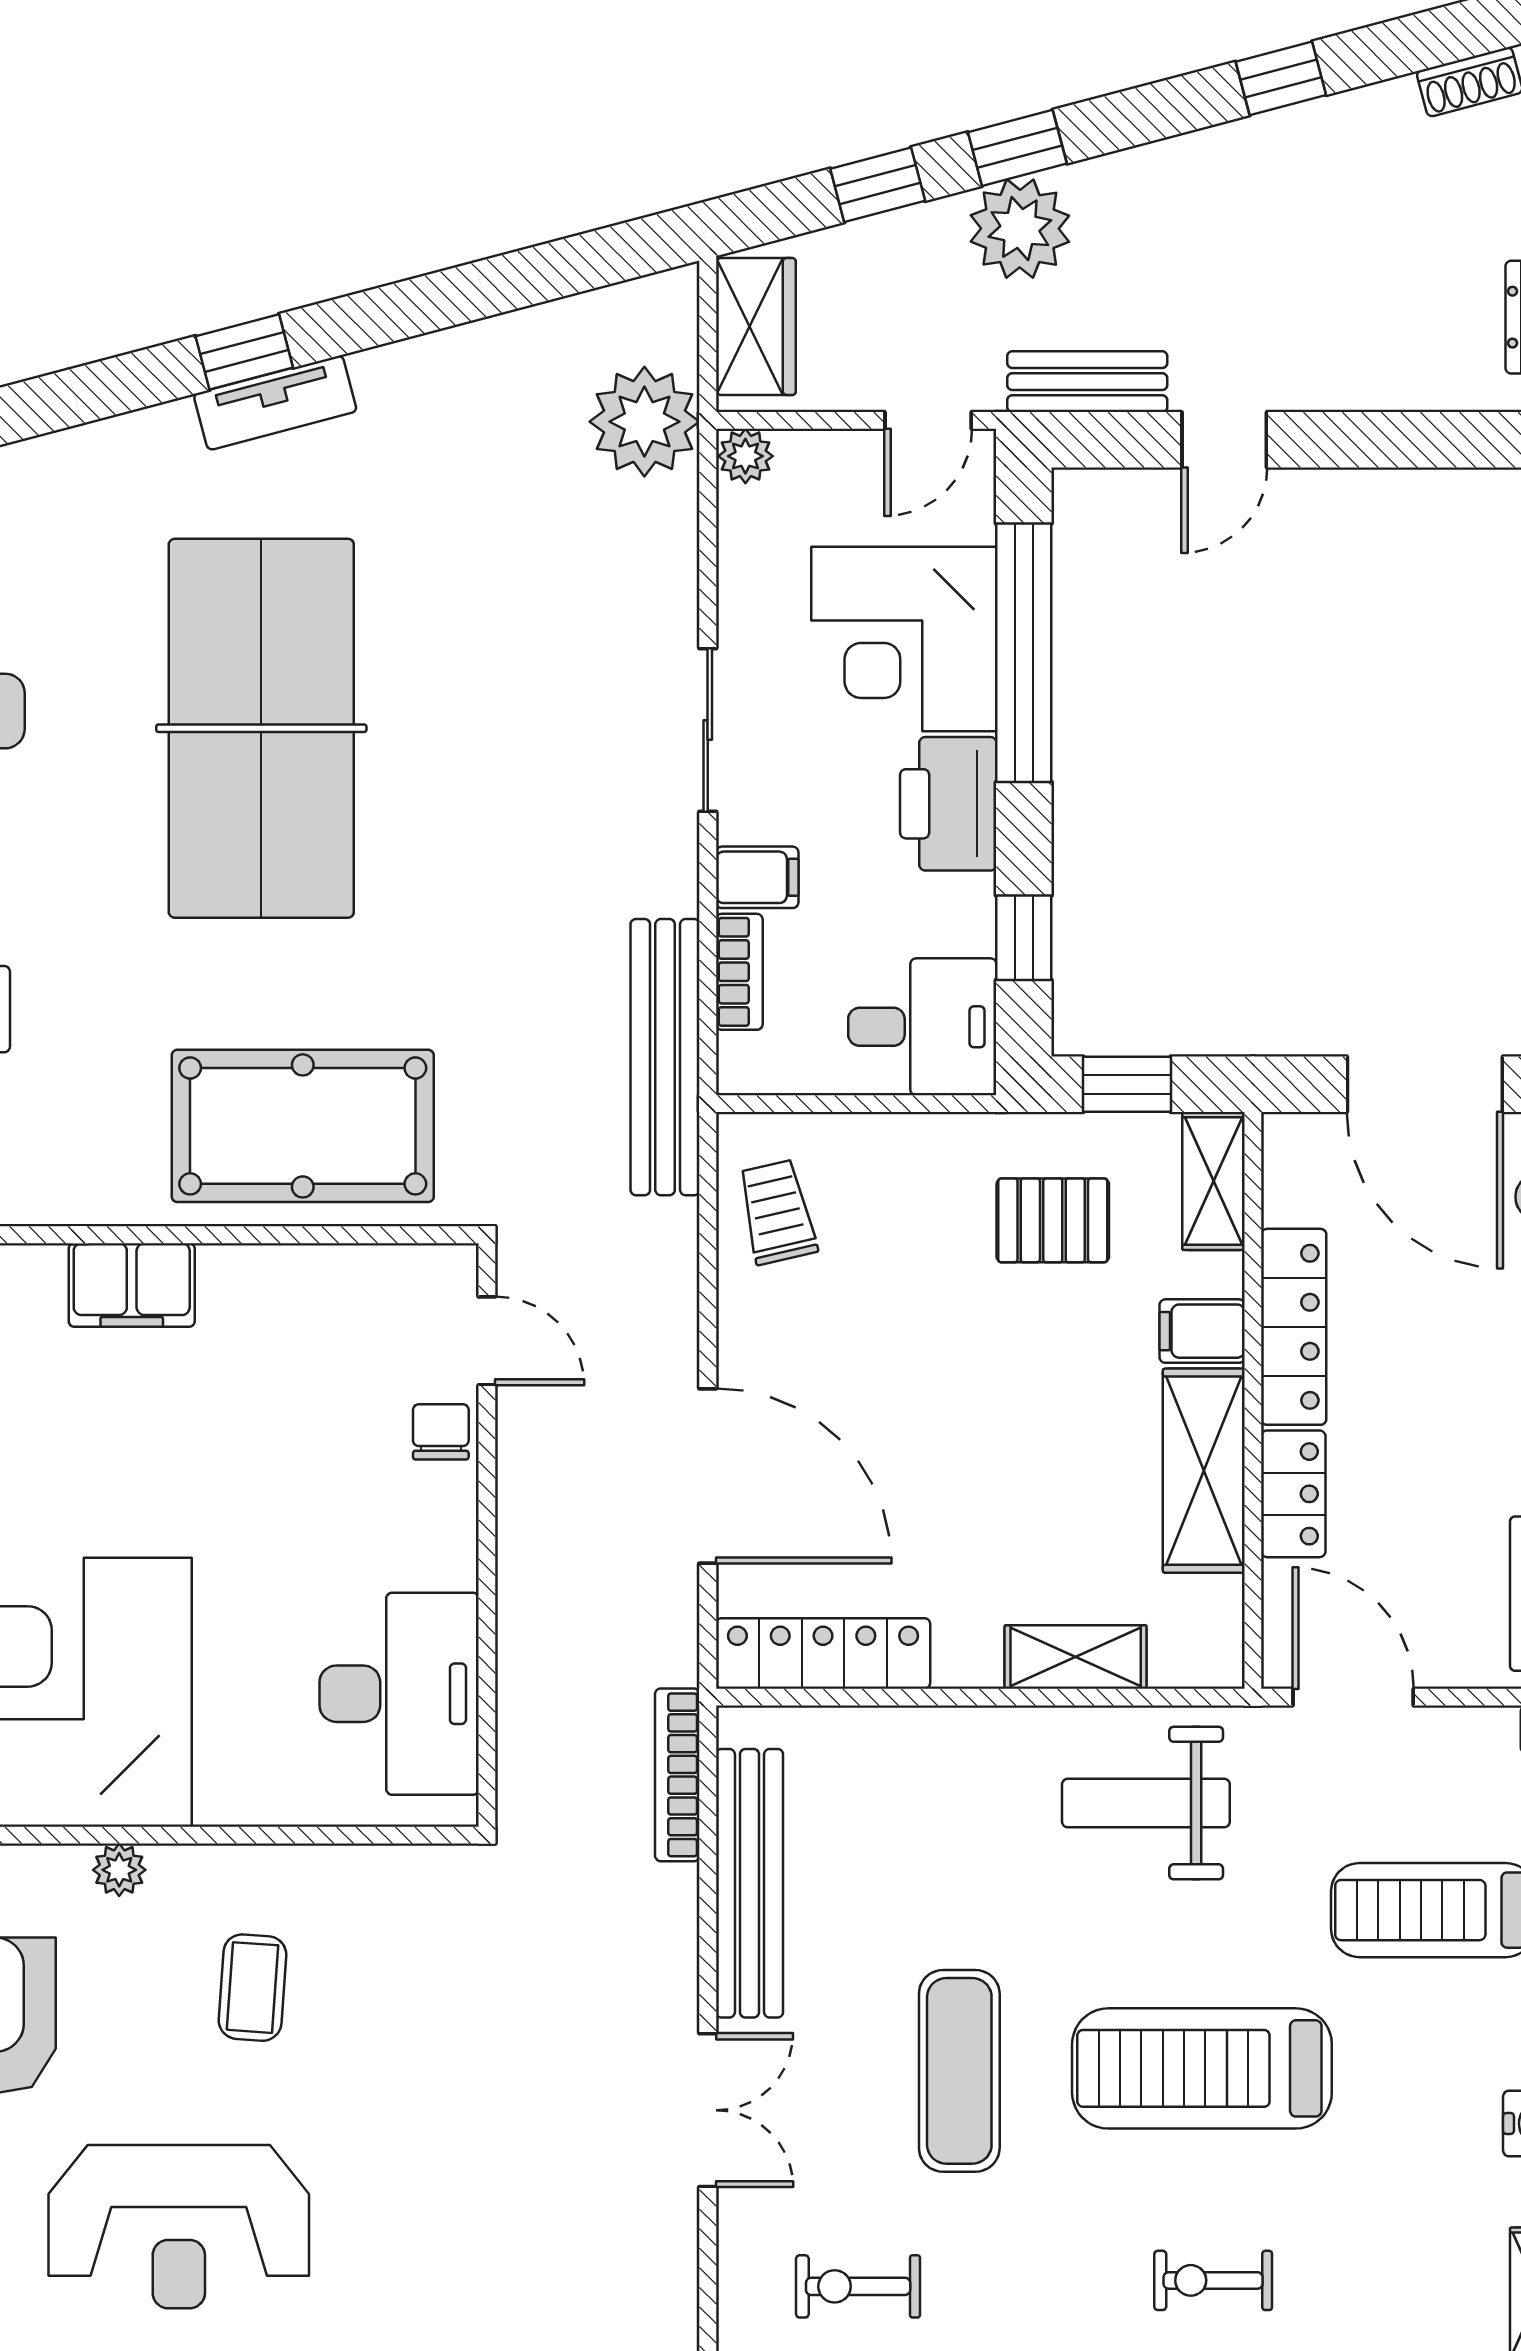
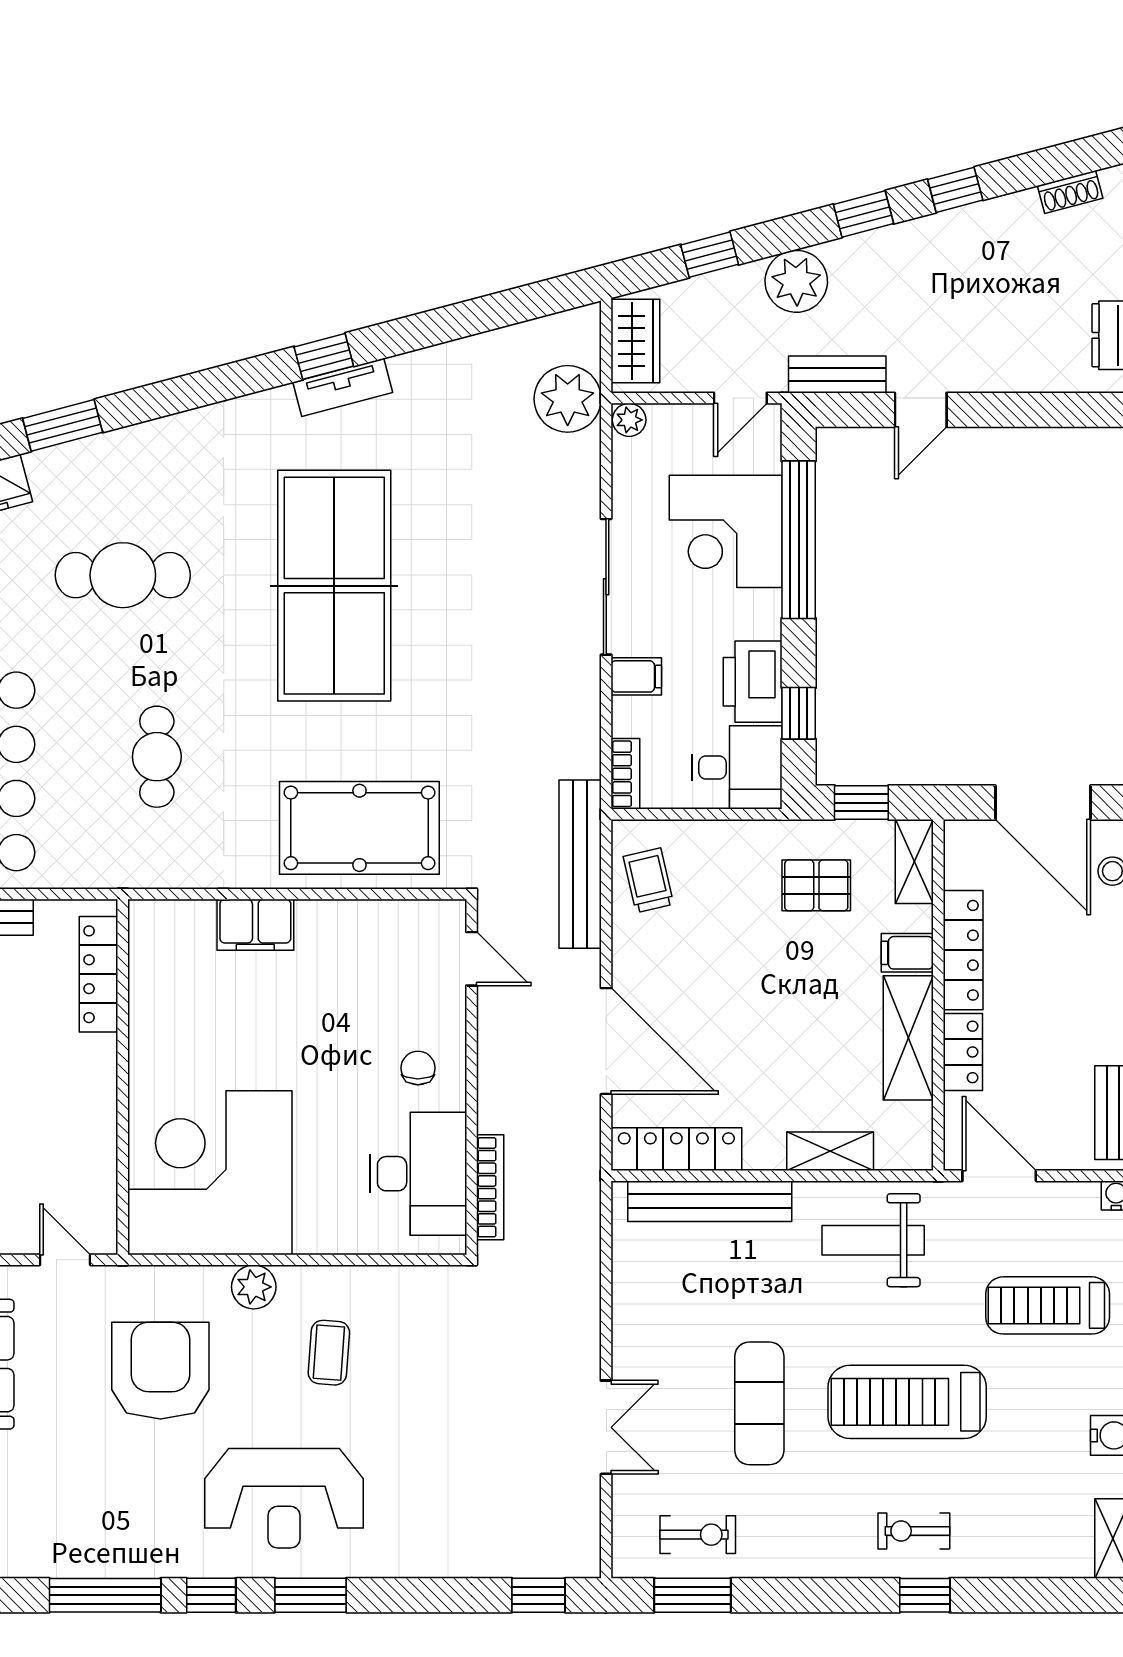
window: (1017, 148) -> (863, 214), moved
sliding door: (708, 730) -> (606, 587), width x1.37
printer: (948, 804) -> (753, 682), moved
bookcase: (739, 972) -> (625, 774), moved
bench: (665, 1057) -> (580, 864), moved
chair: (441, 1432) -> (418, 1068), moved
bookcase: (677, 1775) -> (490, 1187), moved, turned 180
plant: (119, 1870) -> (254, 1287), width x1.38, depth x1.38
bench: (749, 1883) -> (710, 1201), moved, turned 90
exercise bike: (858, 2286) -> (698, 1535), turned 180

